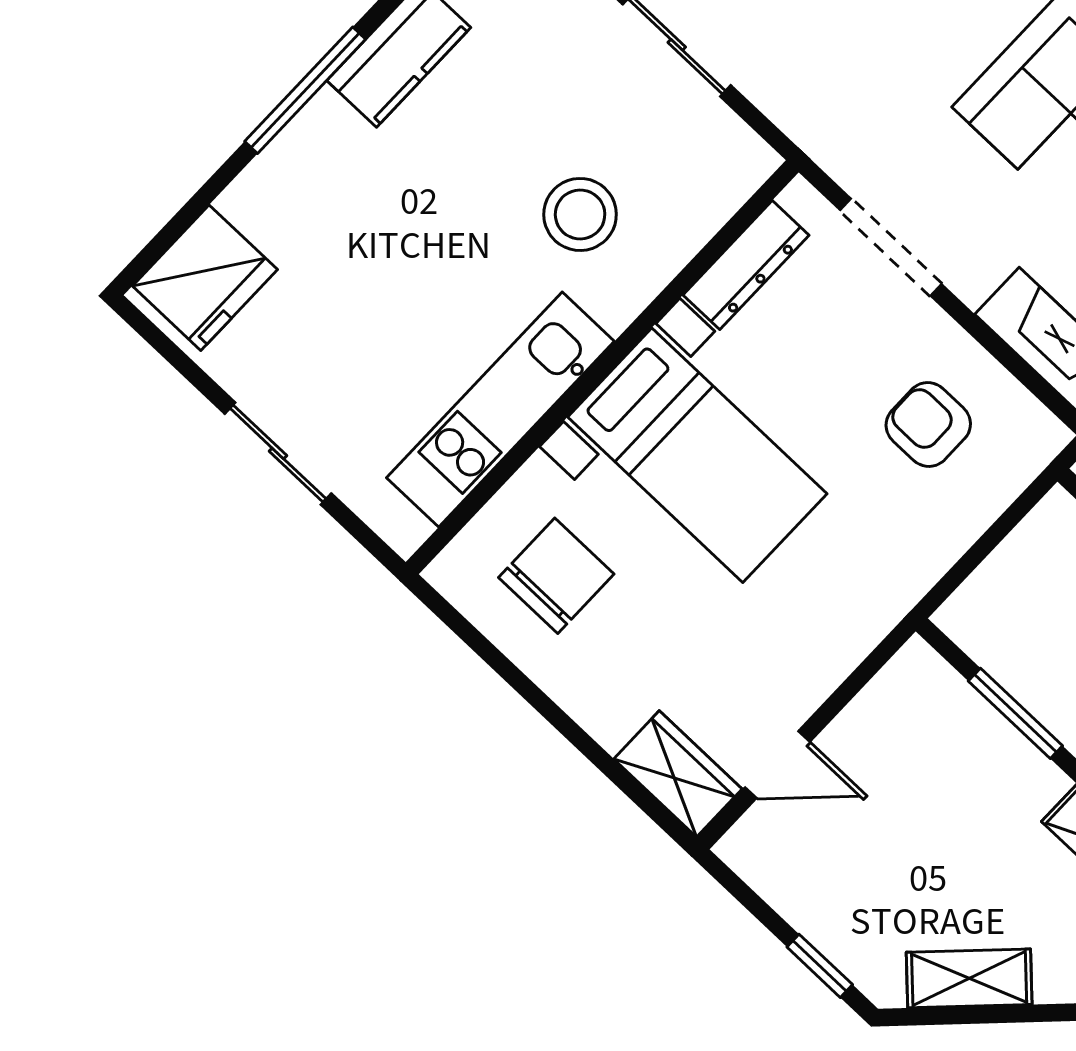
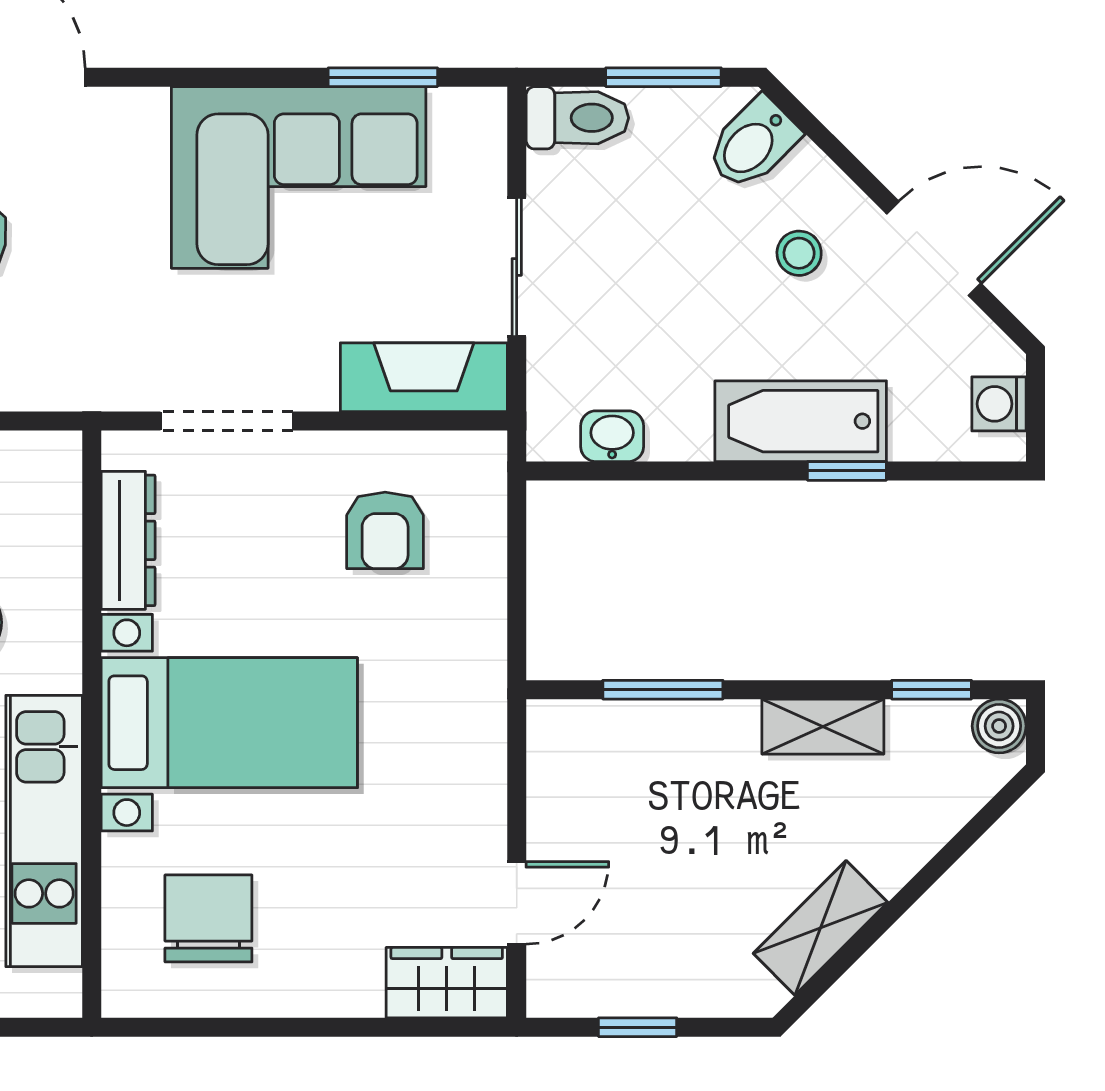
armchair: (928, 424) -> (385, 530), turned -90
window: (820, 966) -> (638, 1027), moved

